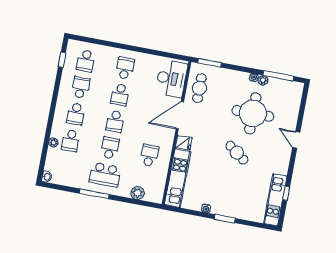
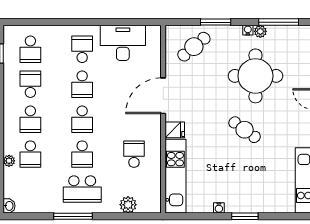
window: (210, 63) -> (216, 22), moved
desk: (171, 79) -> (123, 43), moved, turned -90
cafe table: (199, 88) -> (194, 47), moved, turned 50
school desk: (110, 148) -> (82, 154), turned 180

